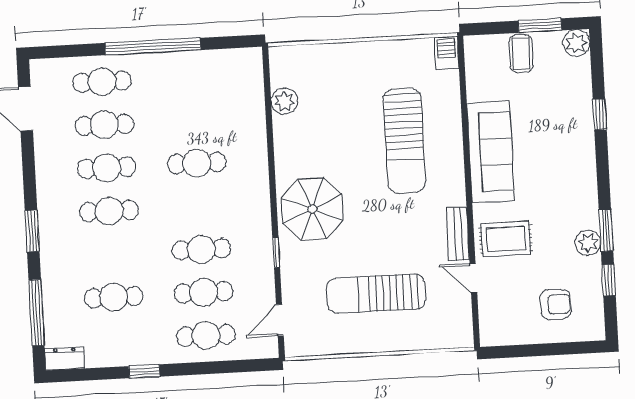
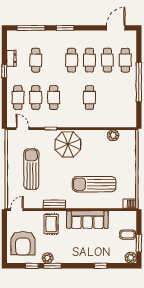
door: (473, 278) -> (17, 210), moved
armchair: (556, 304) -> (23, 243), width x1.88, depth x1.88
dresser: (65, 358) -> (11, 58), moved

